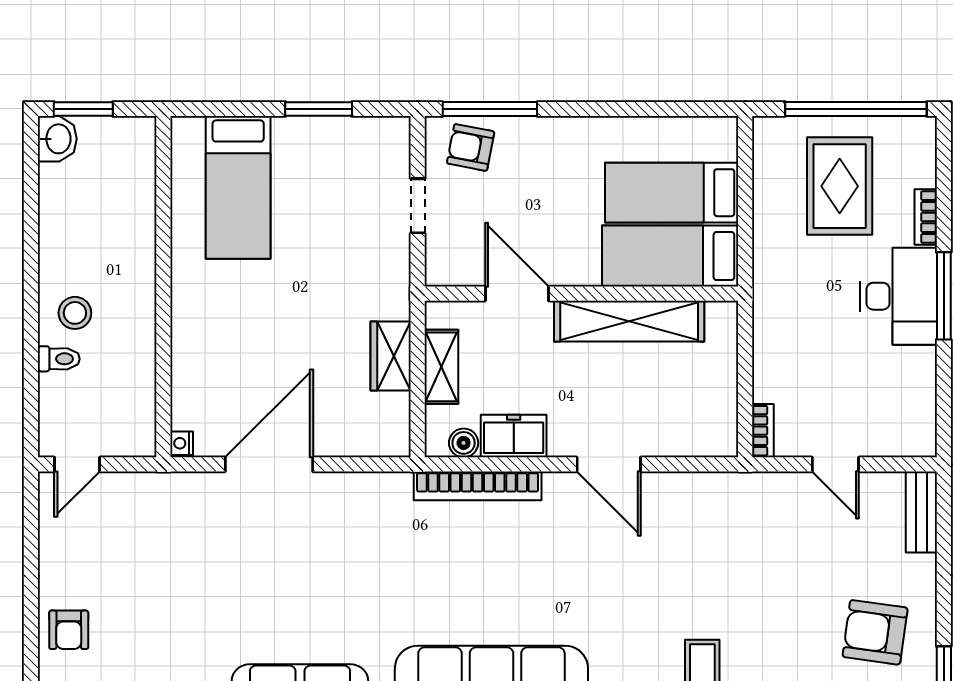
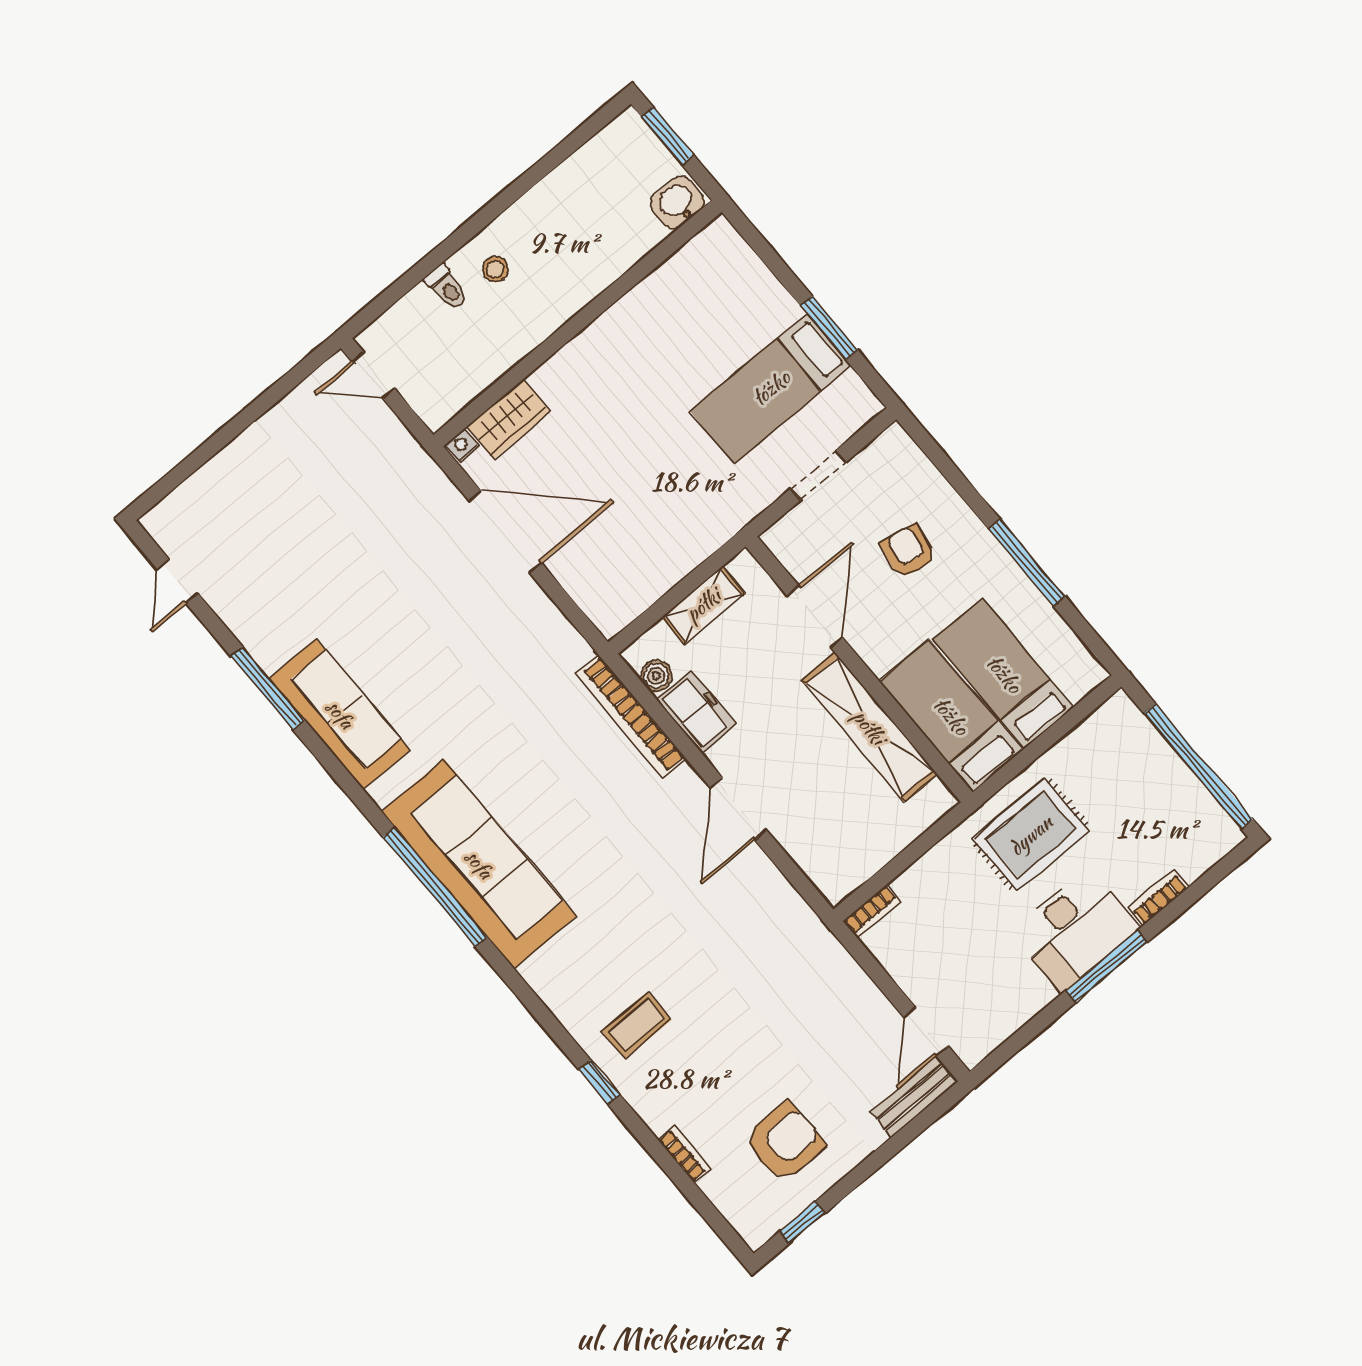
window: (490, 109) -> (1027, 563), moved
washbasin: (57, 139) -> (677, 203), moved, turned 180
armchair: (471, 147) -> (908, 551), moved
rug: (840, 186) -> (1031, 835), moved
bed: (238, 187) -> (771, 388), moved
stool: (75, 313) -> (495, 269), width x0.73, depth x0.73
wardrobe: (391, 356) -> (509, 419), moved, turned 180
door: (835, 464) -> (926, 1031), moved
armchair: (69, 630) -> (232, 482), removed
armchair: (875, 632) -> (785, 1142), turned 82

